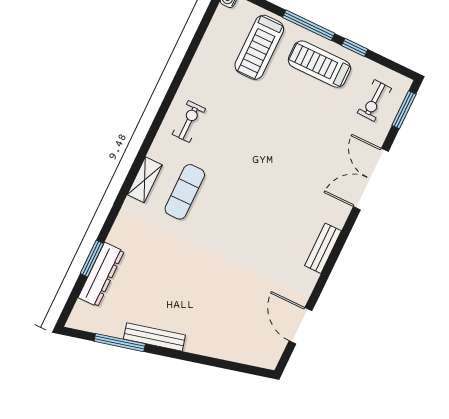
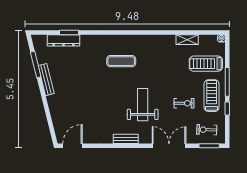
exercise bike: (189, 122) -> (184, 103), moved
shelving: (145, 180) -> (187, 40), moved
weight bench: (278, 191) -> (143, 105), added
door: (300, 326) -> (72, 146), moved

